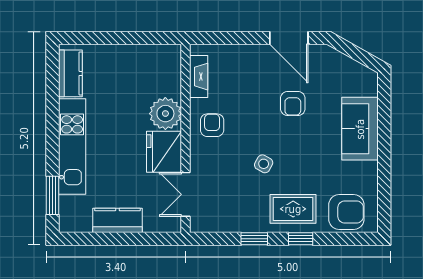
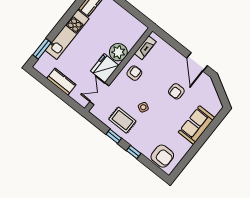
rug: (293, 209) -> (122, 120), moved

